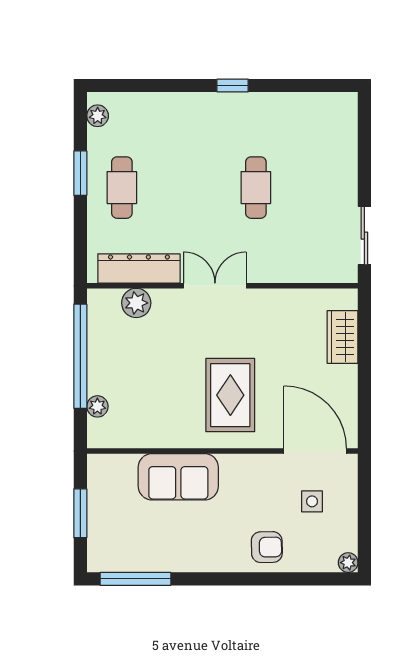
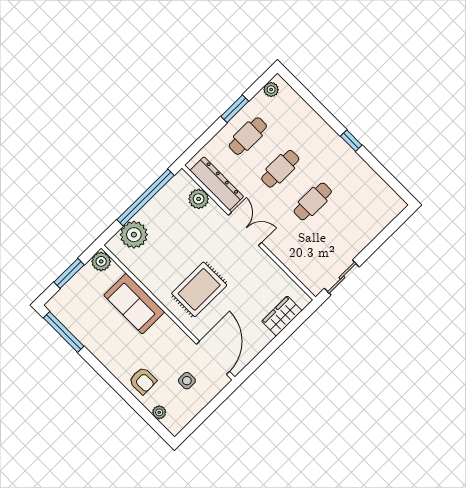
cafe table: (189, 188) -> (280, 169), added
plant: (97, 406) -> (134, 235), width x1.88, depth x1.88
plant: (101, 468) -> (101, 261), added
plant: (348, 563) -> (159, 412), moved

